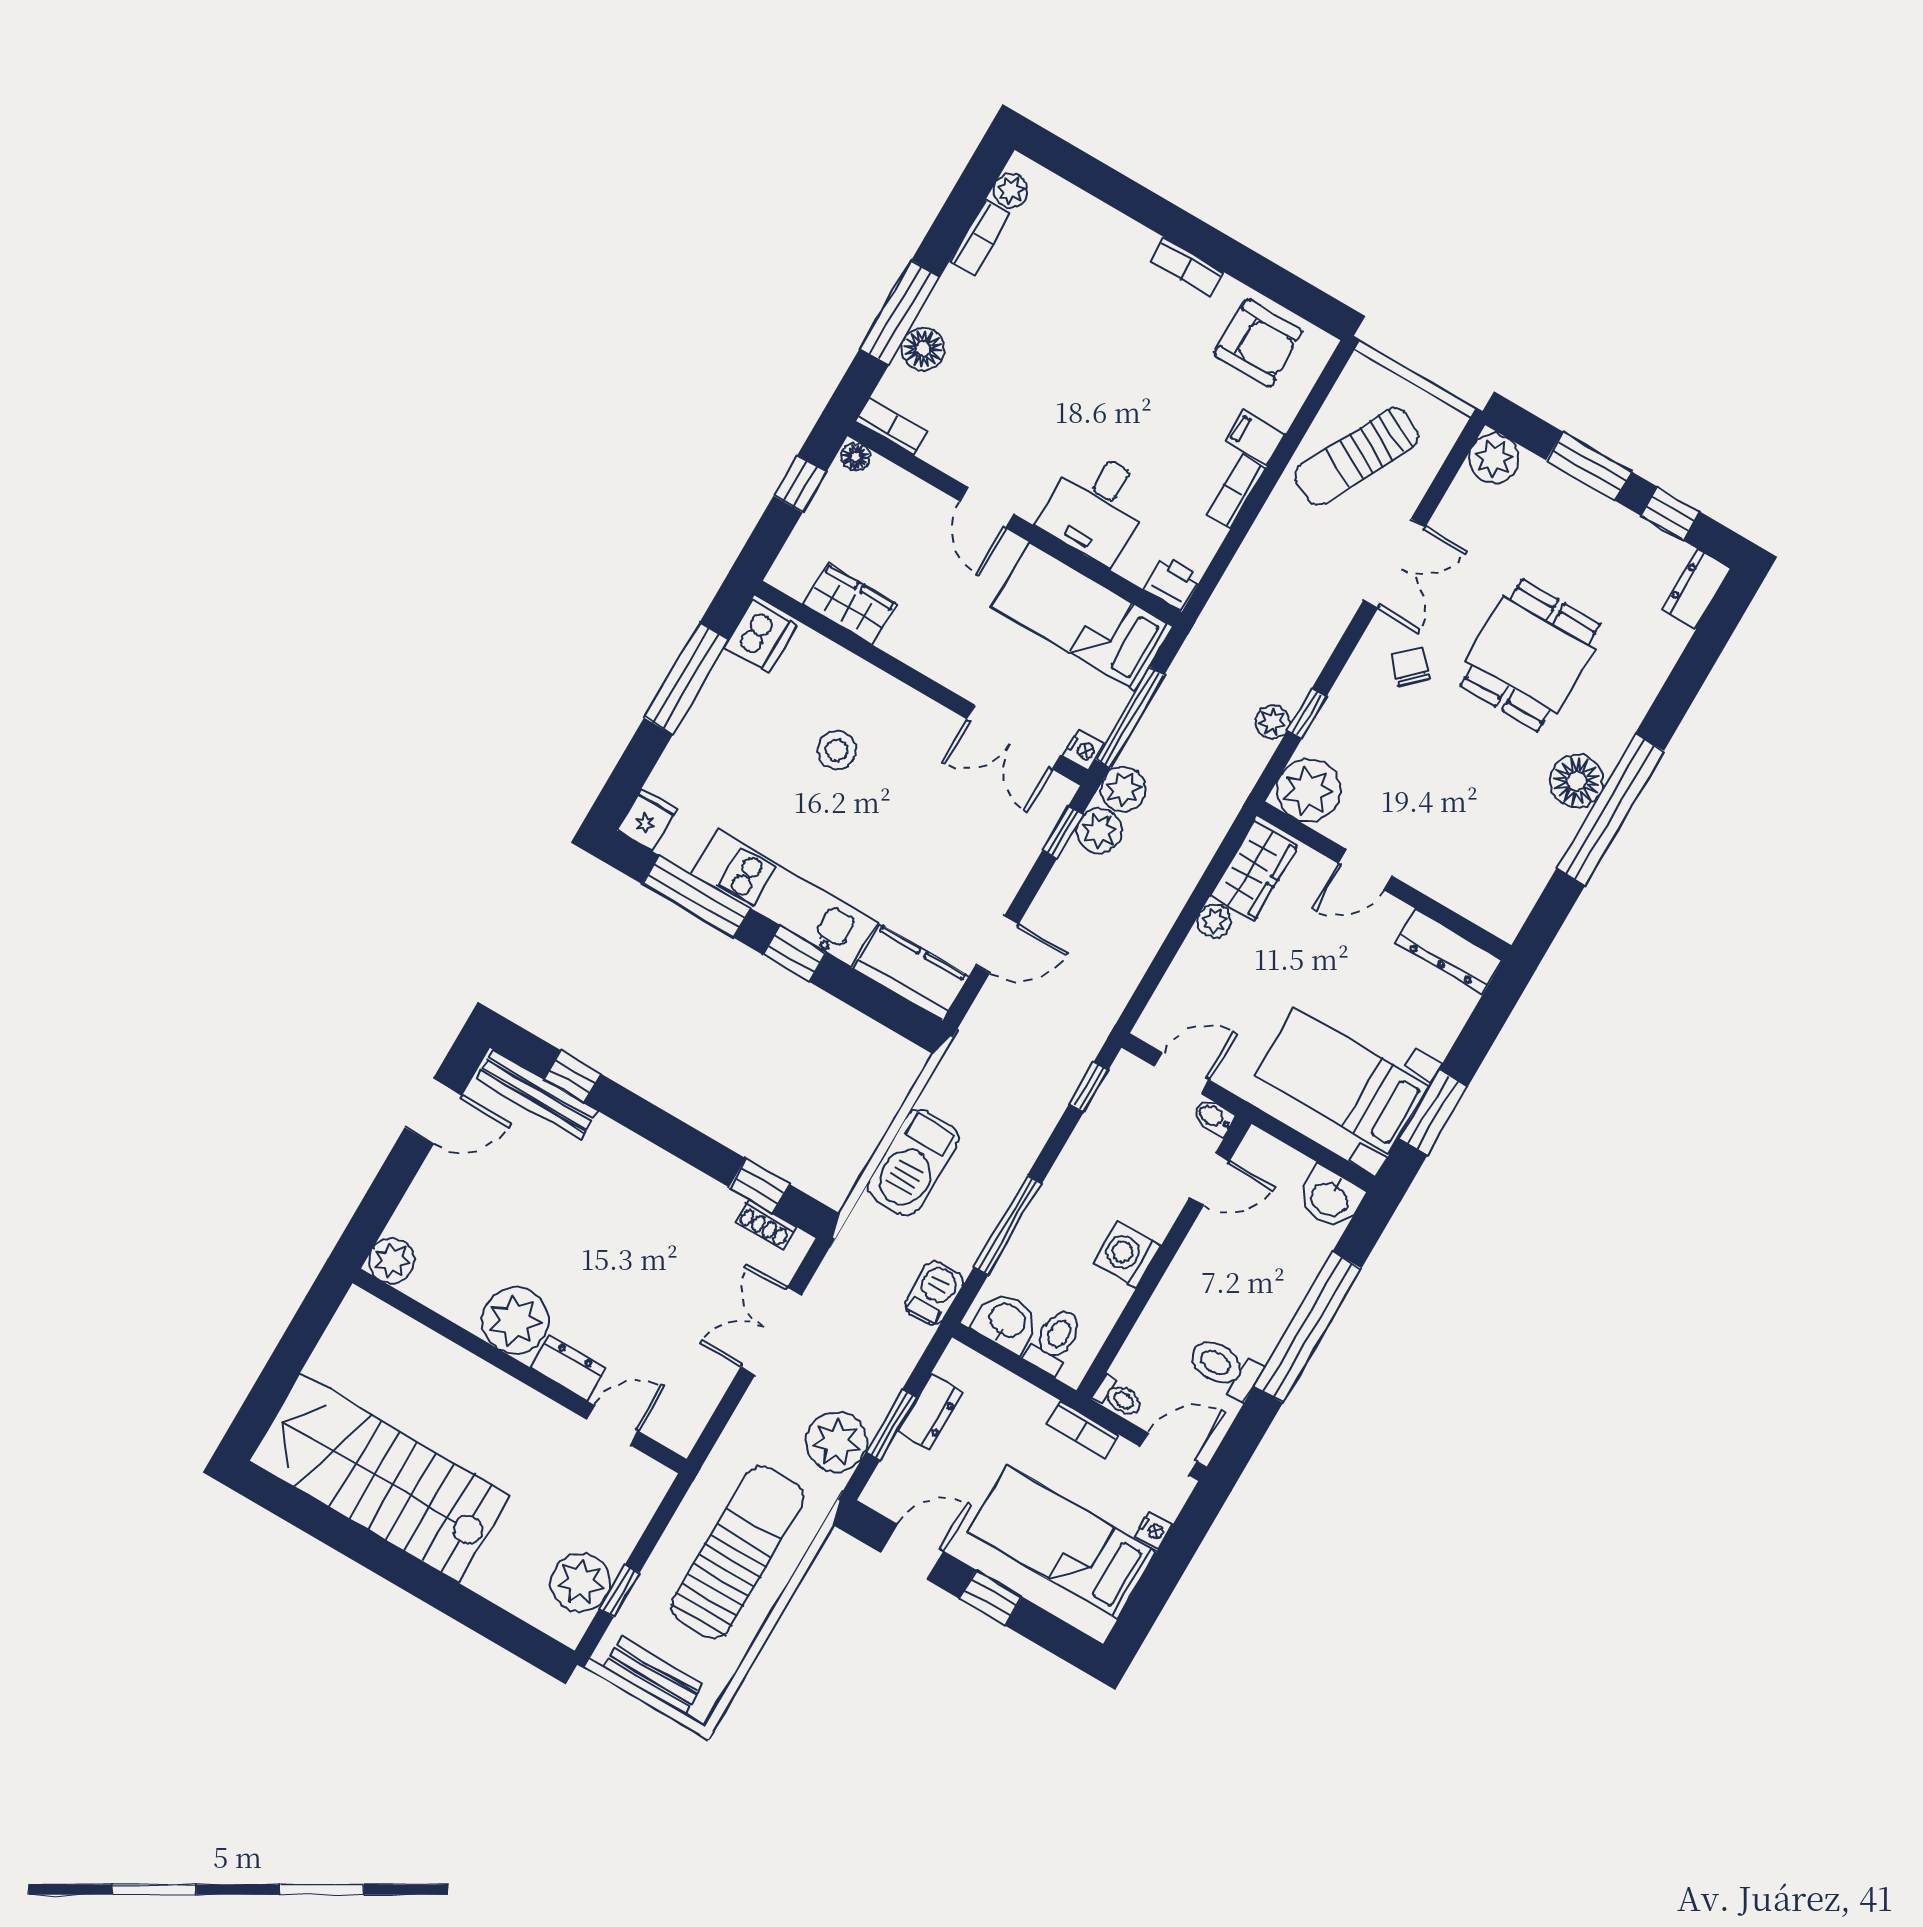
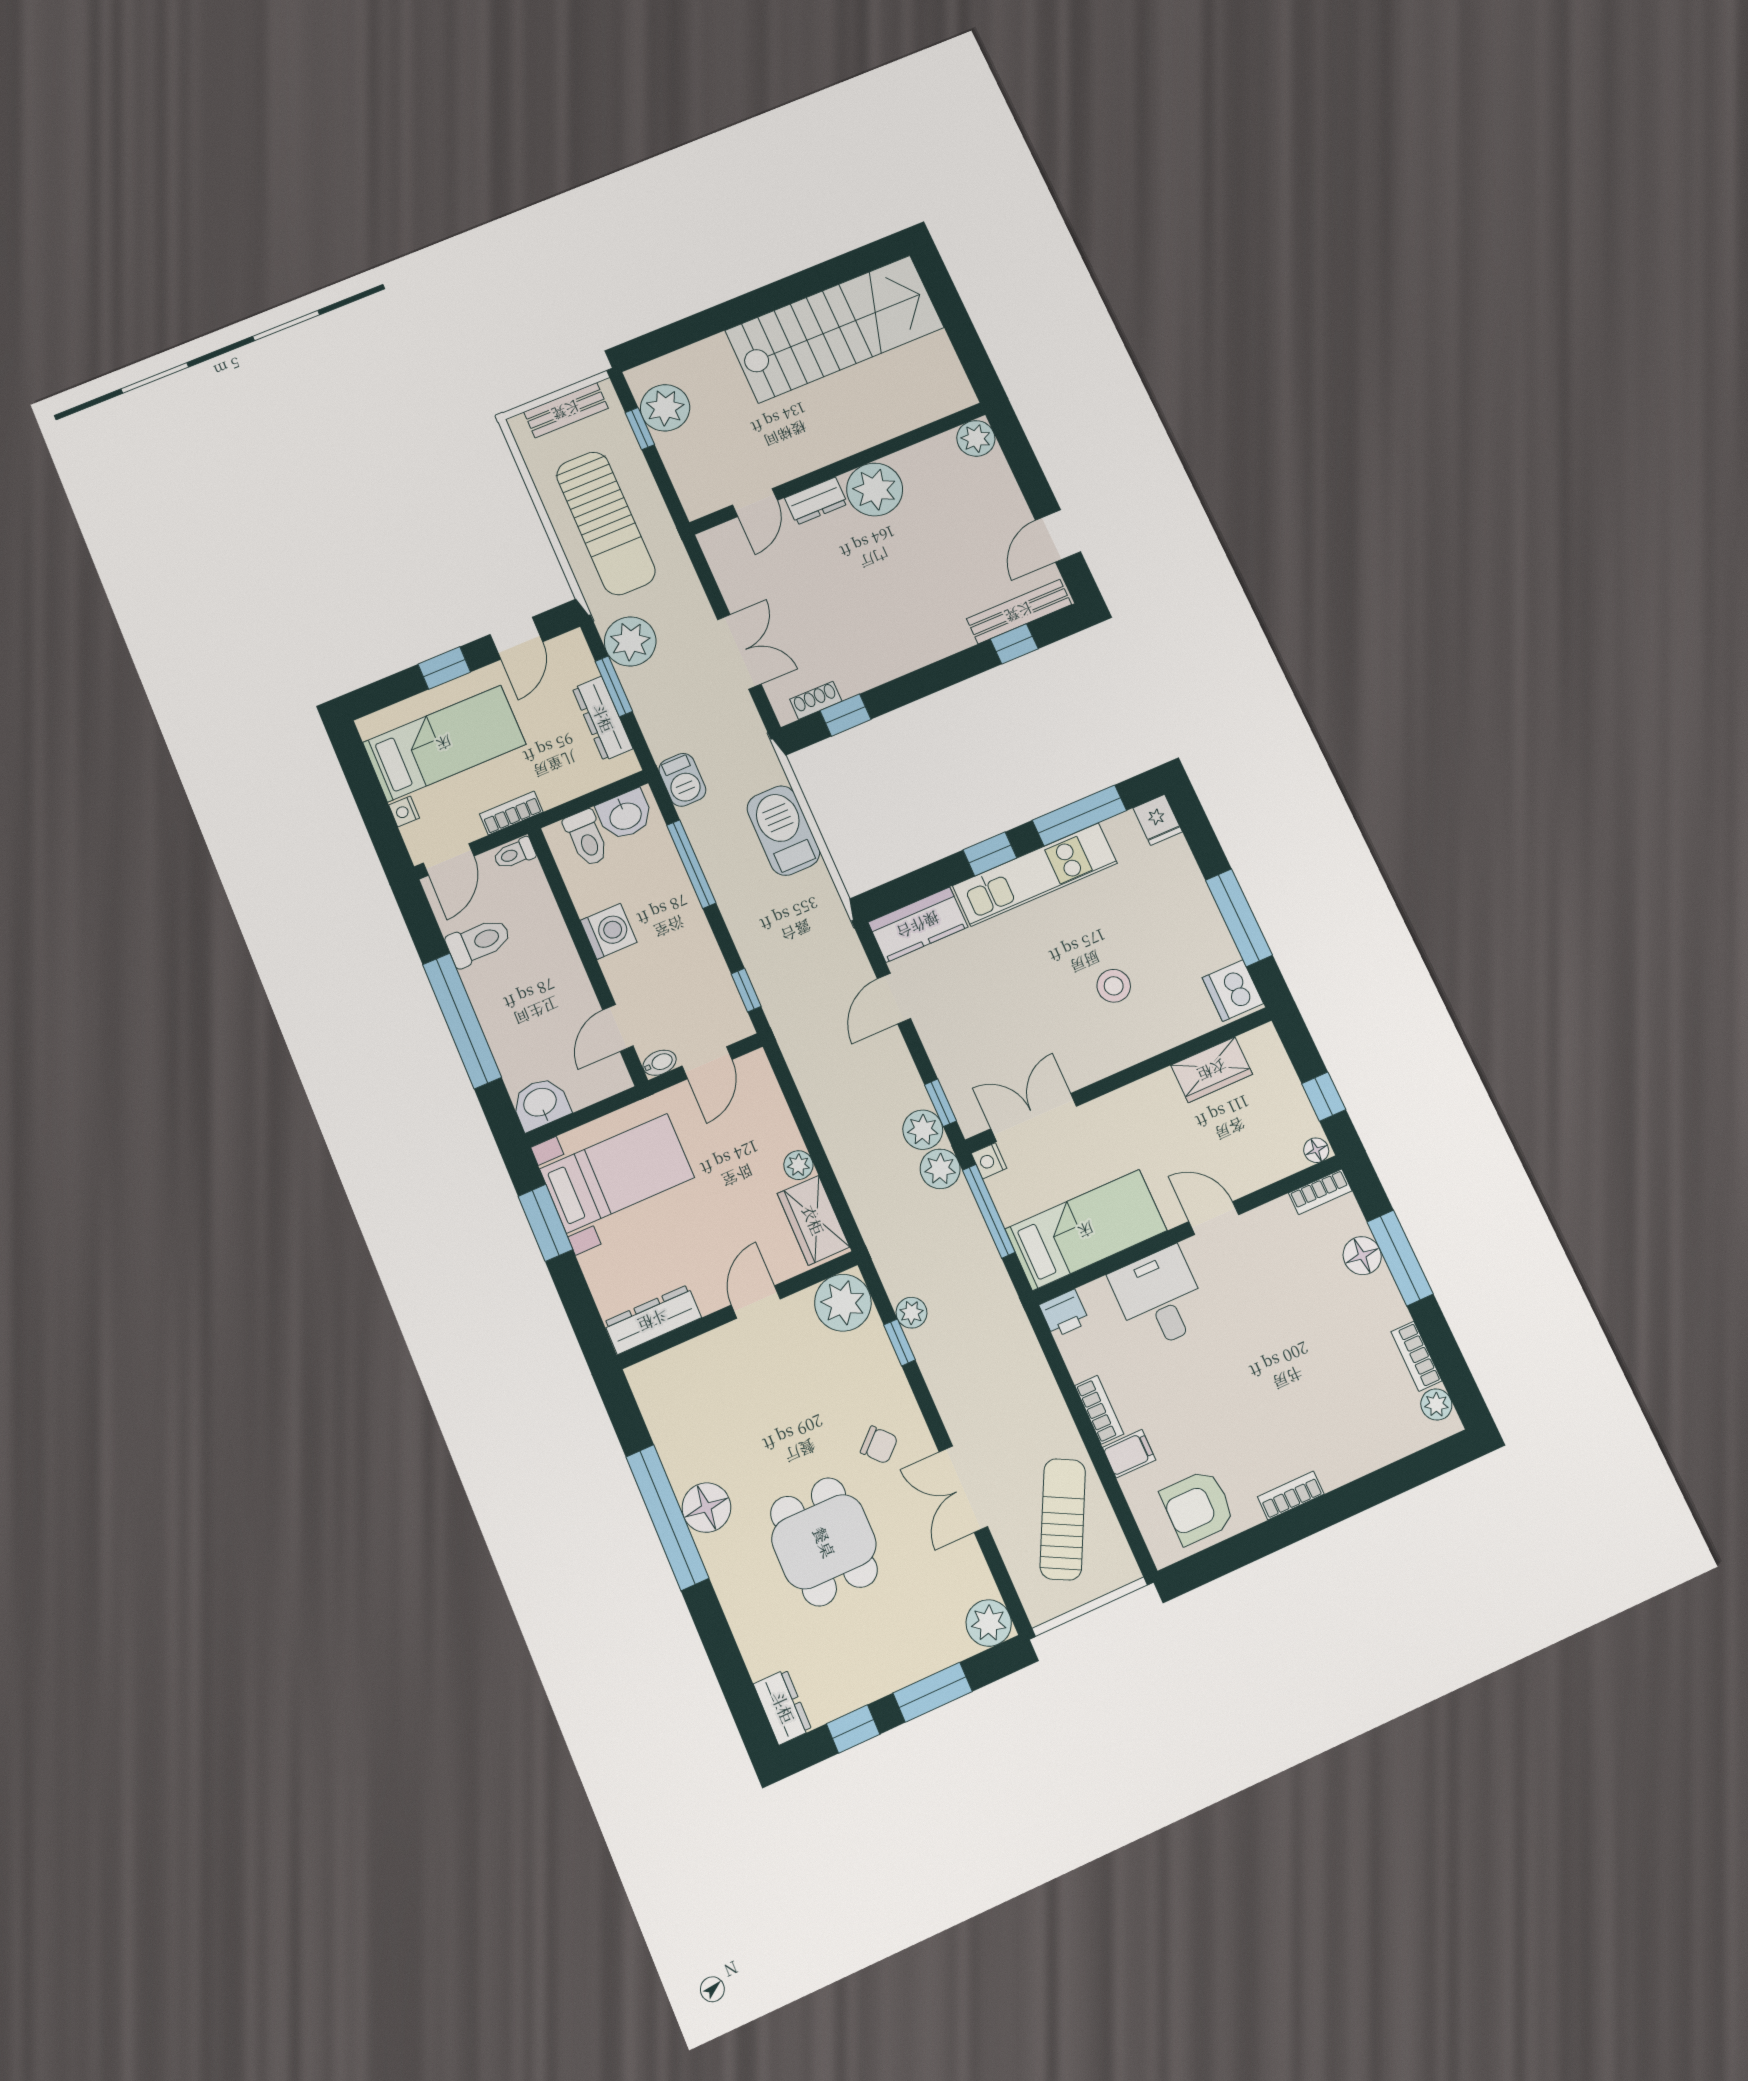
dresser: (930, 1412) -> (603, 718), width x1.44

